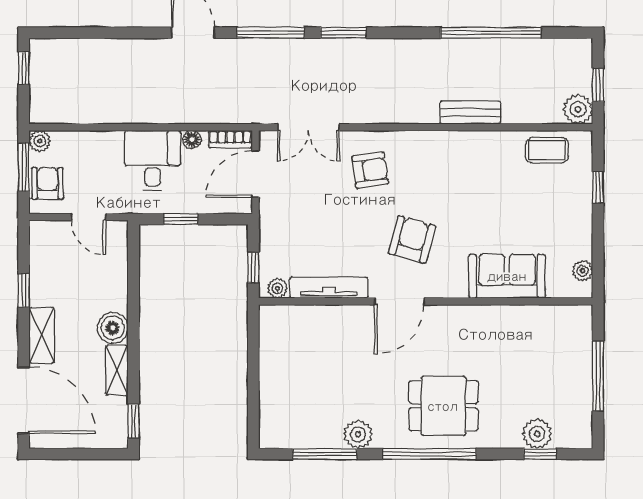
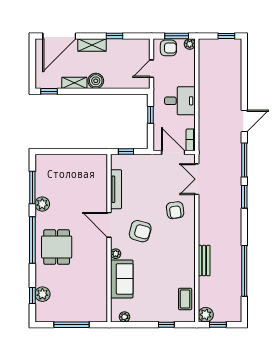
floor lamp: (192, 140) -> (190, 121), removed
plant: (277, 288) -> (116, 254), moved

